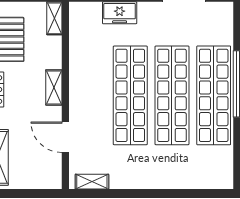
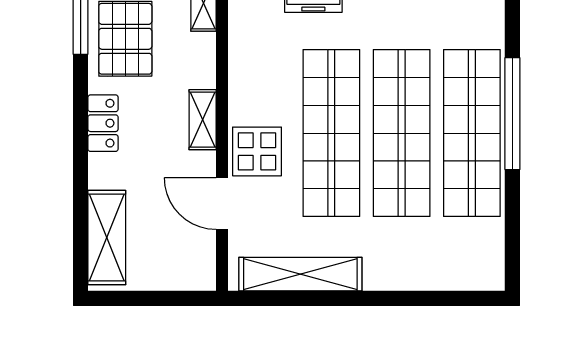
display table: (86, 106) -> (257, 151), added
shelving: (92, 182) -> (300, 274), width x2.20, depth x1.33

